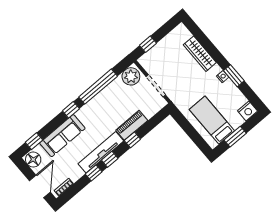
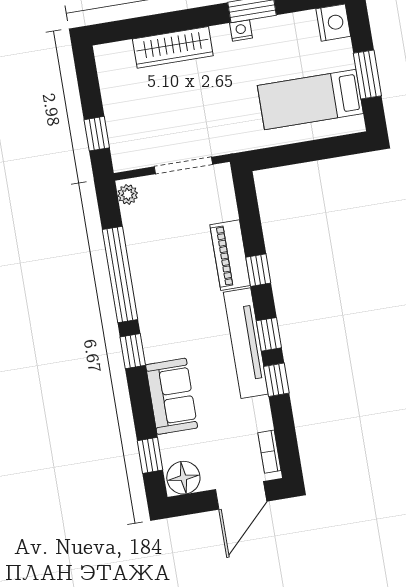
plant: (131, 76) -> (128, 194), width x0.53, depth x0.53
sofa: (62, 136) -> (172, 396), width x0.73
door: (40, 186) -> (241, 495), swing flipped

